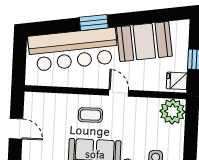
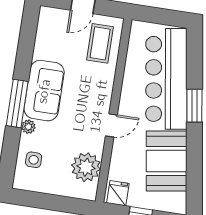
plant: (172, 112) -> (86, 167), moved
coffee table: (90, 115) -> (100, 43), moved, width x1.36, depth x1.30

